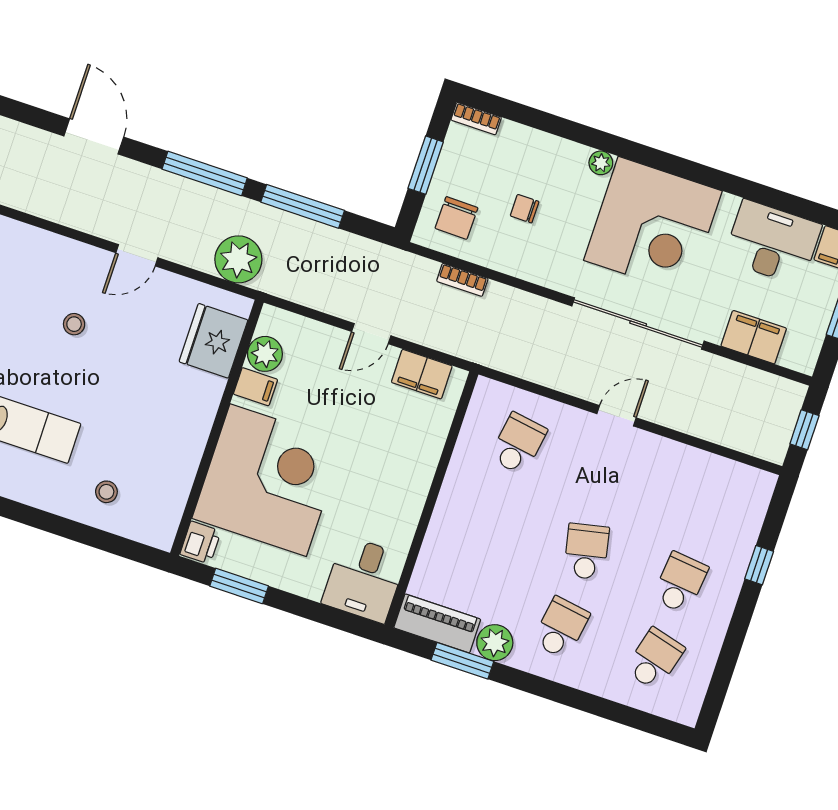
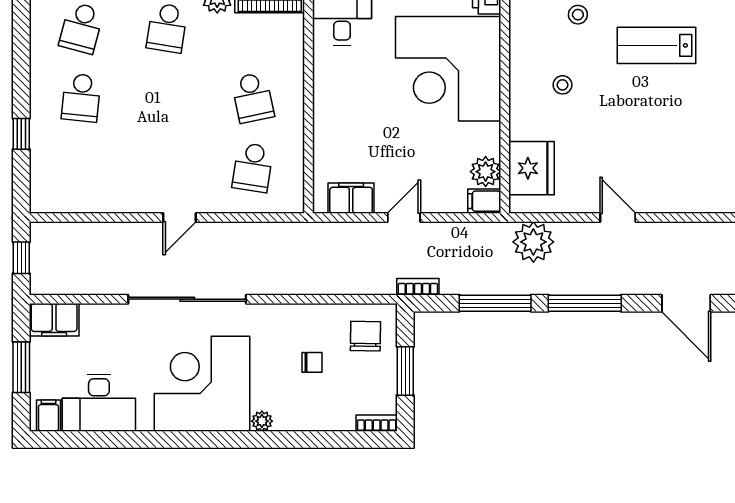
door: (137, 255) -> (618, 218), hinge flipped
bookcase: (462, 280) -> (418, 287), moved
stool: (74, 324) -> (563, 85), moved
filing cabinet: (754, 337) -> (54, 320), moved
filing cabinet: (255, 387) -> (484, 201), moved
school desk: (586, 551) -> (253, 98), moved

